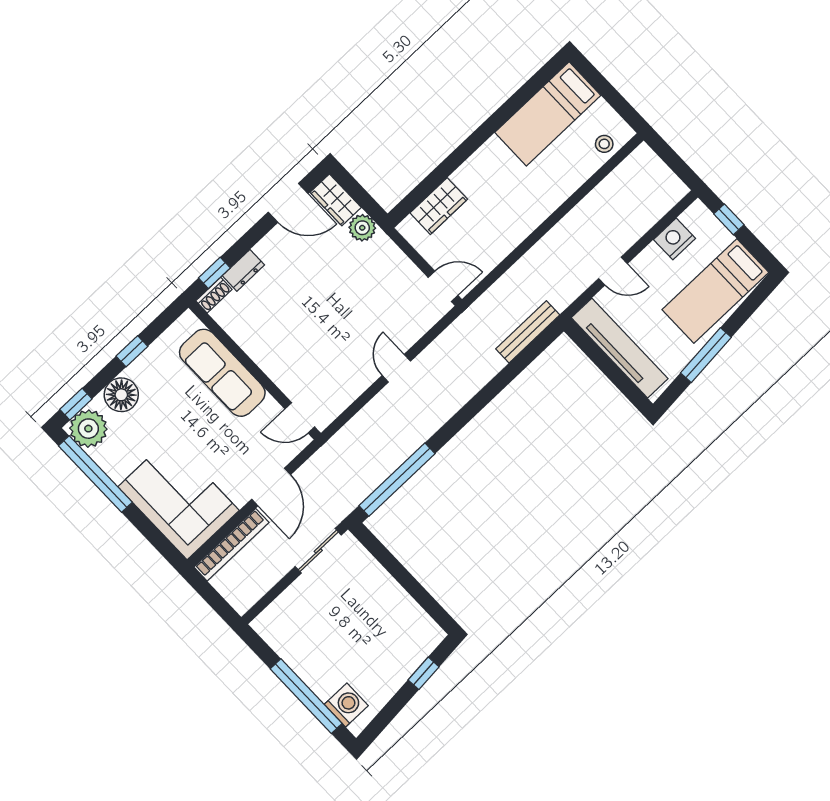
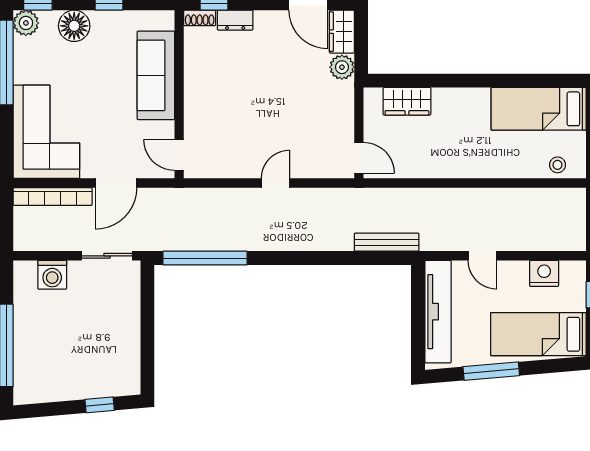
plant: (88, 429) -> (26, 23), width x0.73, depth x0.73
washing machine: (346, 705) -> (52, 275), moved, turned 90

